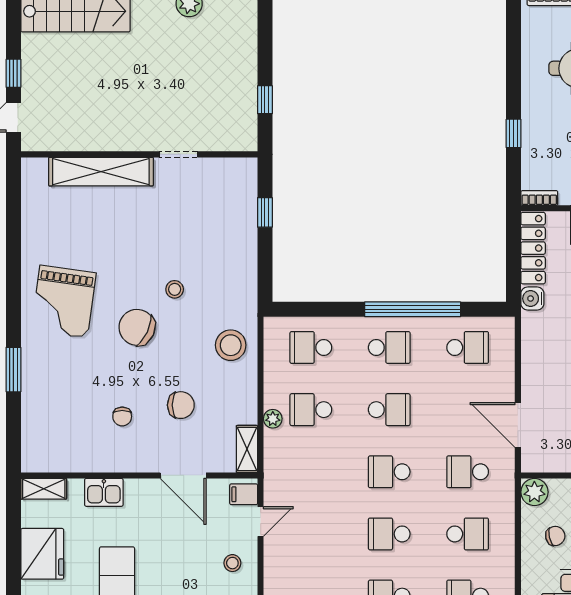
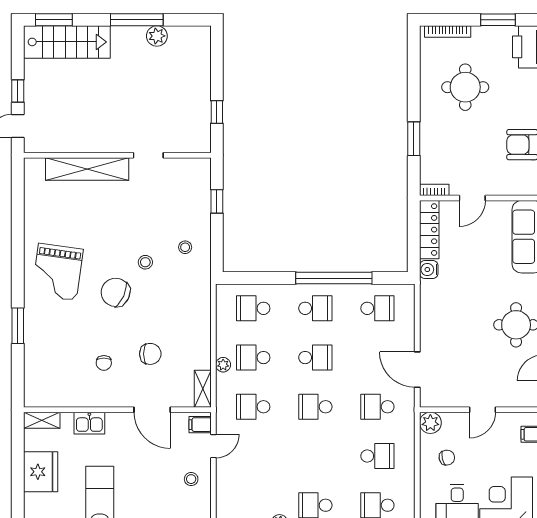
window: (513, 133) -> (414, 139), width x1.50
stool: (231, 345) -> (185, 247), moved, width x0.53, depth x0.53
school desk: (389, 534) -> (253, 407), moved

